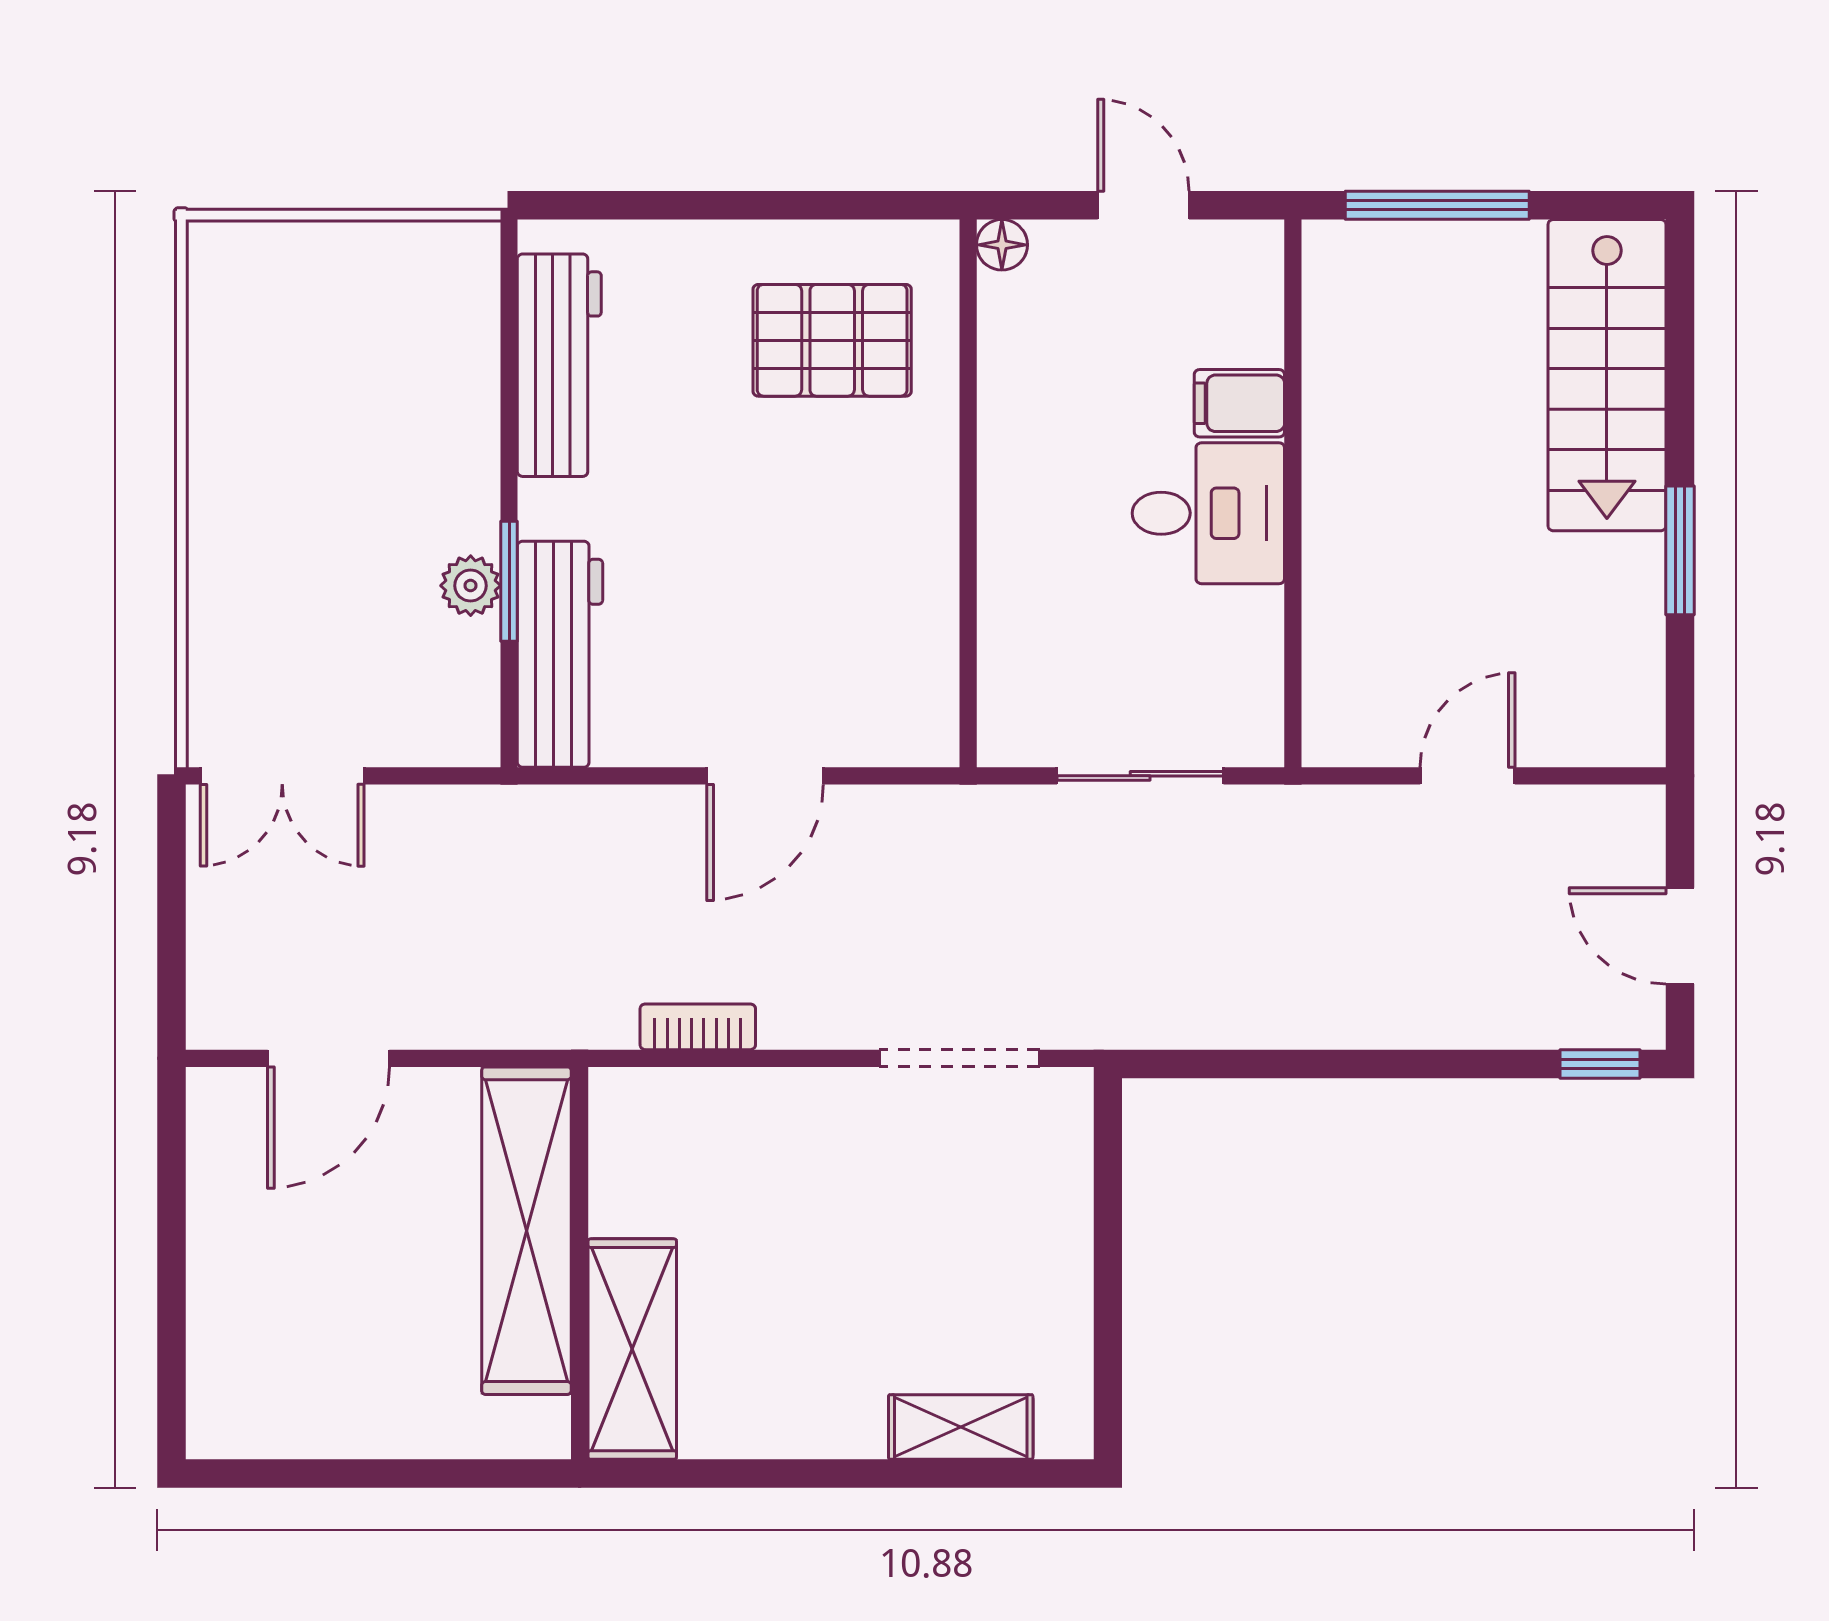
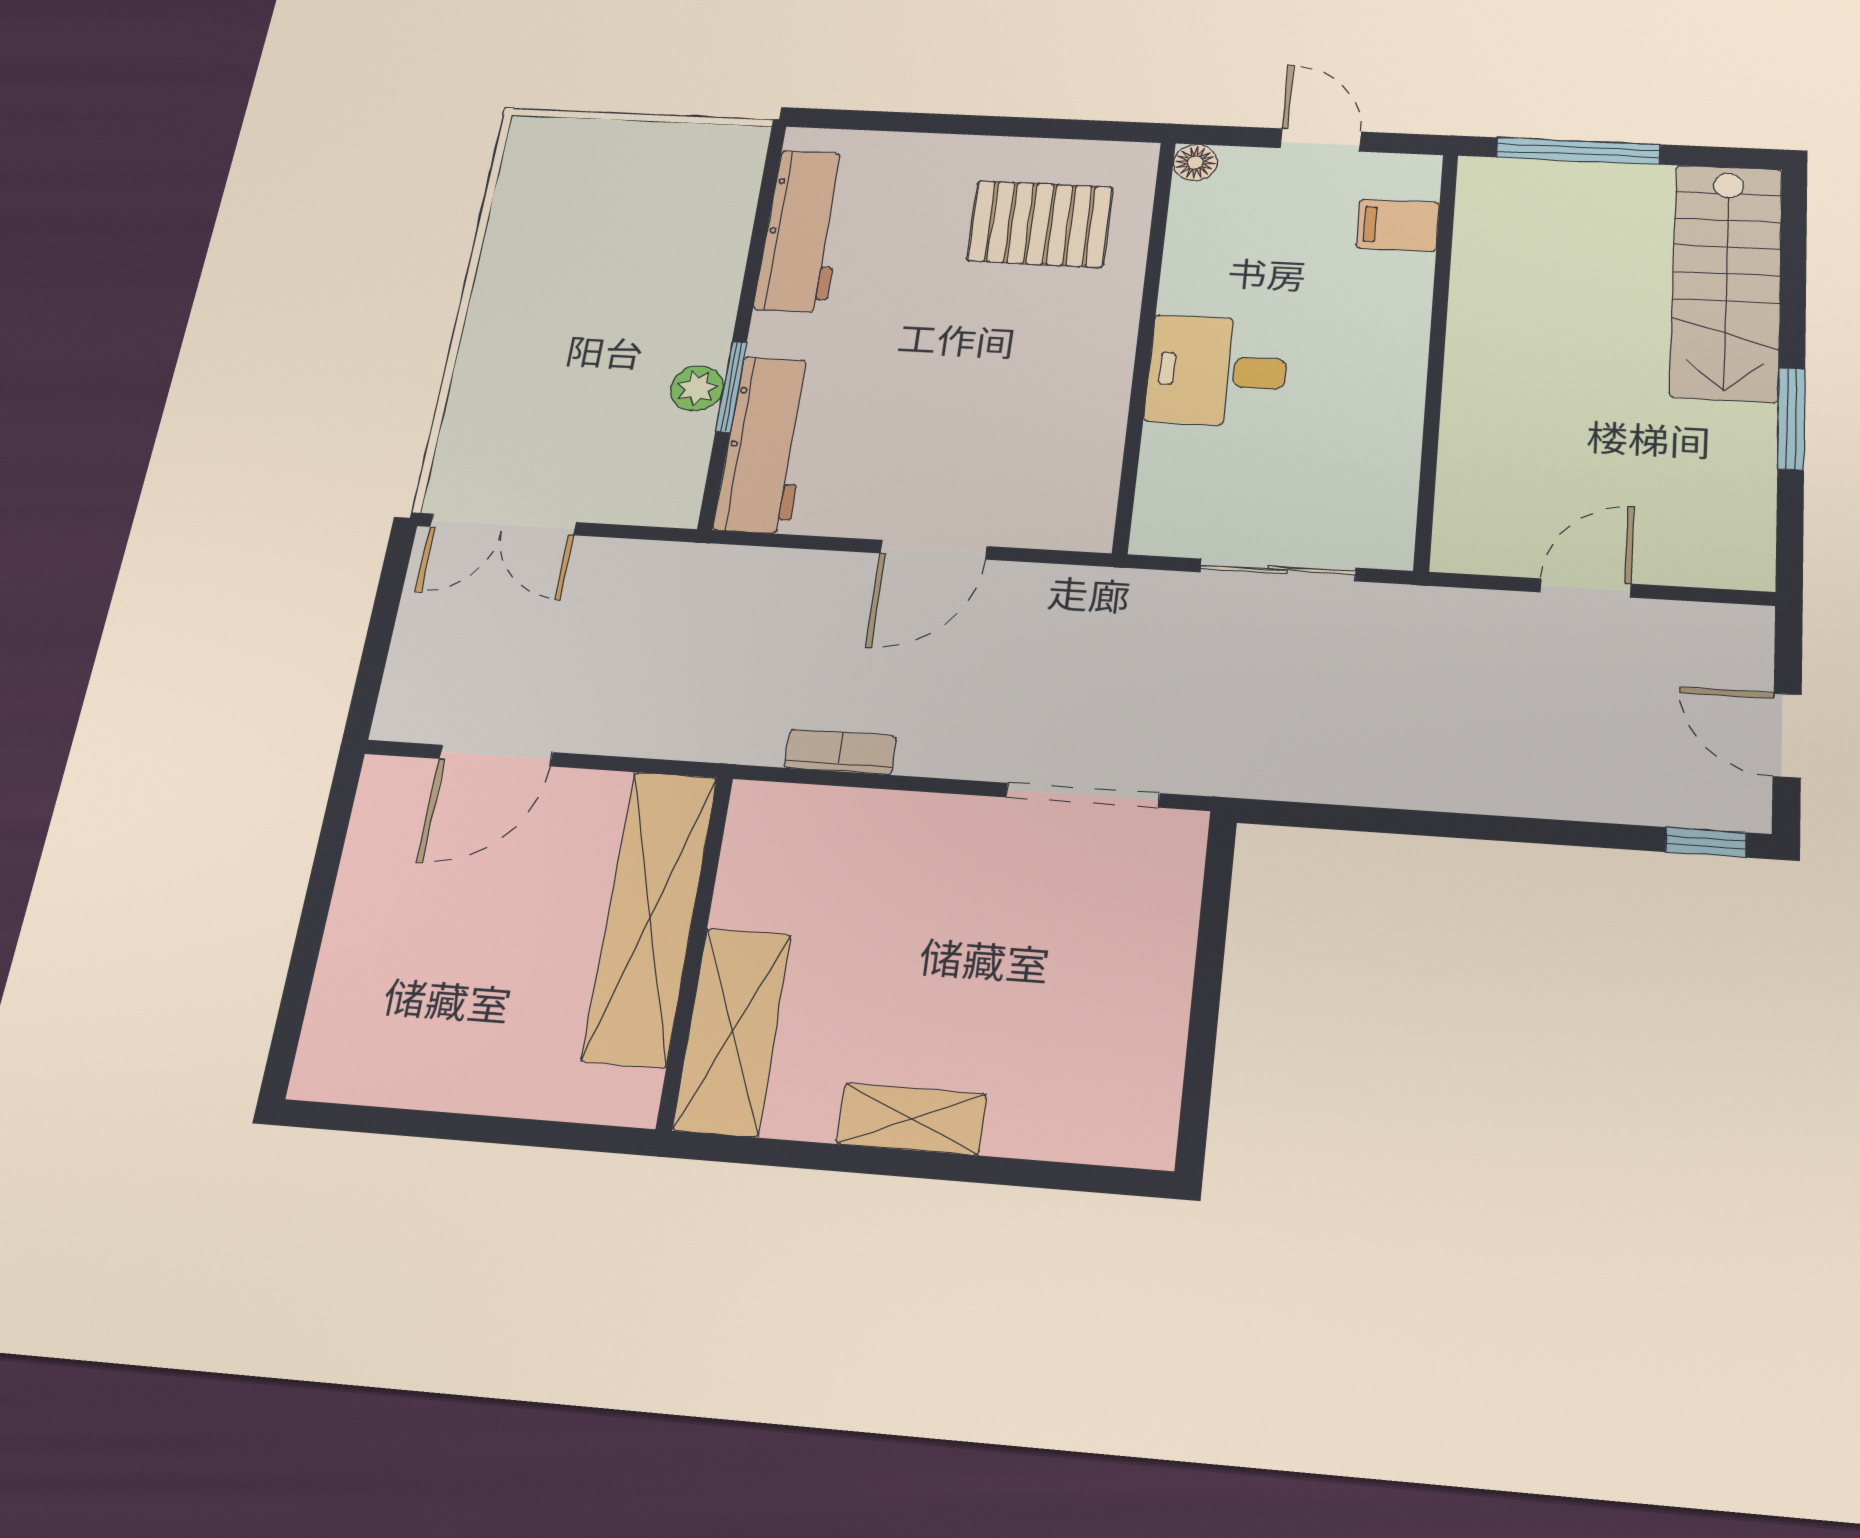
filing cabinet: (1239, 403) -> (1398, 225), moved
desk: (1208, 513) -> (1217, 371), moved, turned 180
shelving: (961, 1427) -> (911, 1119), moved

